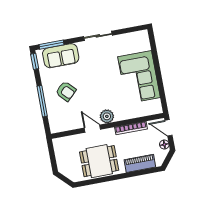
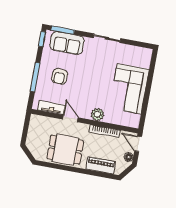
armchair: (66, 91) -> (60, 76), turned 47
plant: (107, 116) -> (97, 114), moved
tv unit: (70, 125) -> (51, 108), added

